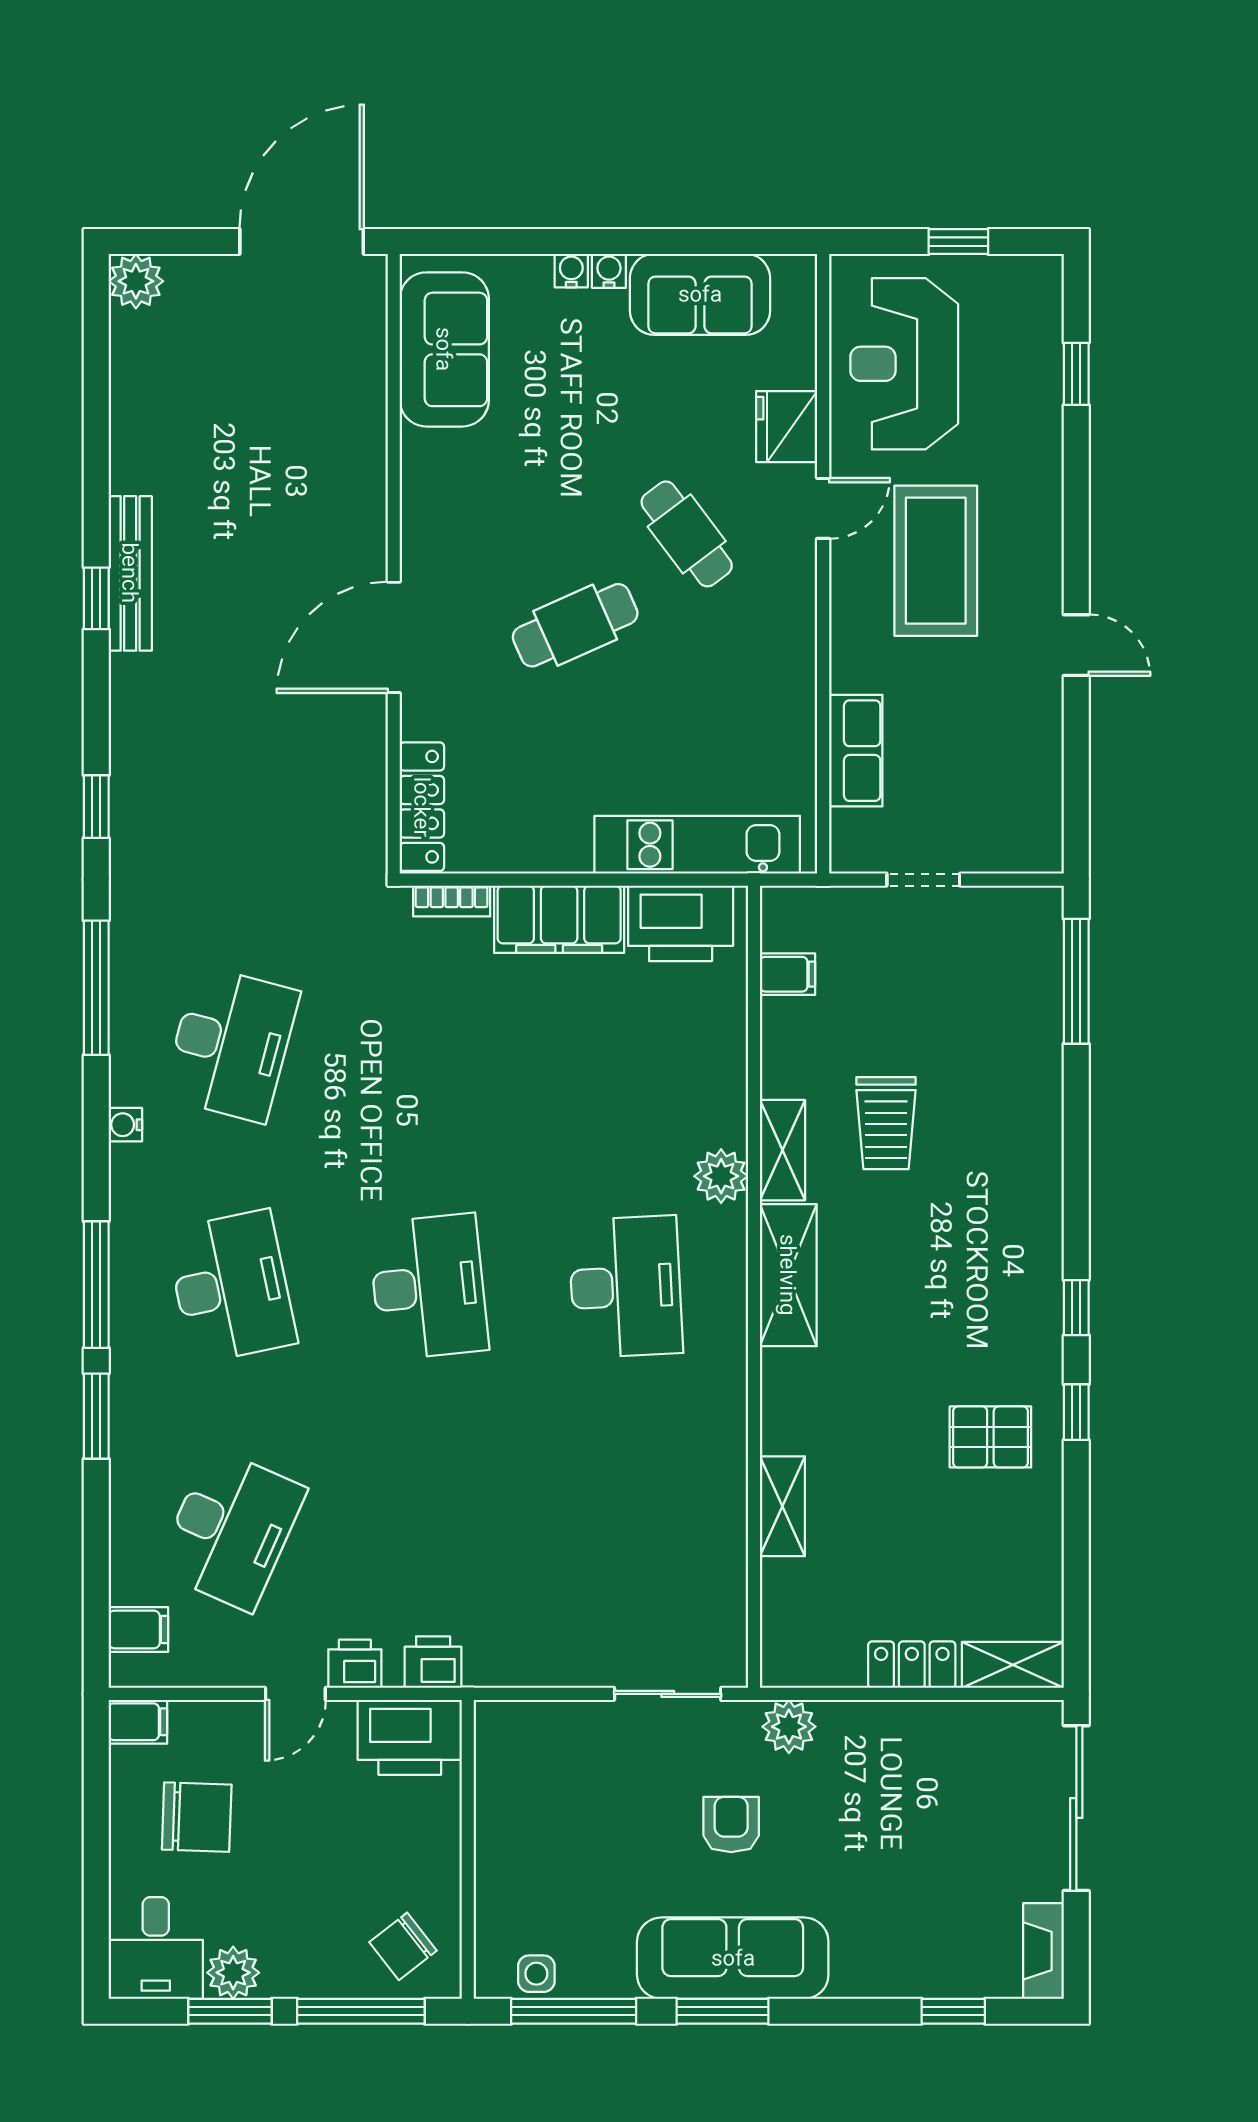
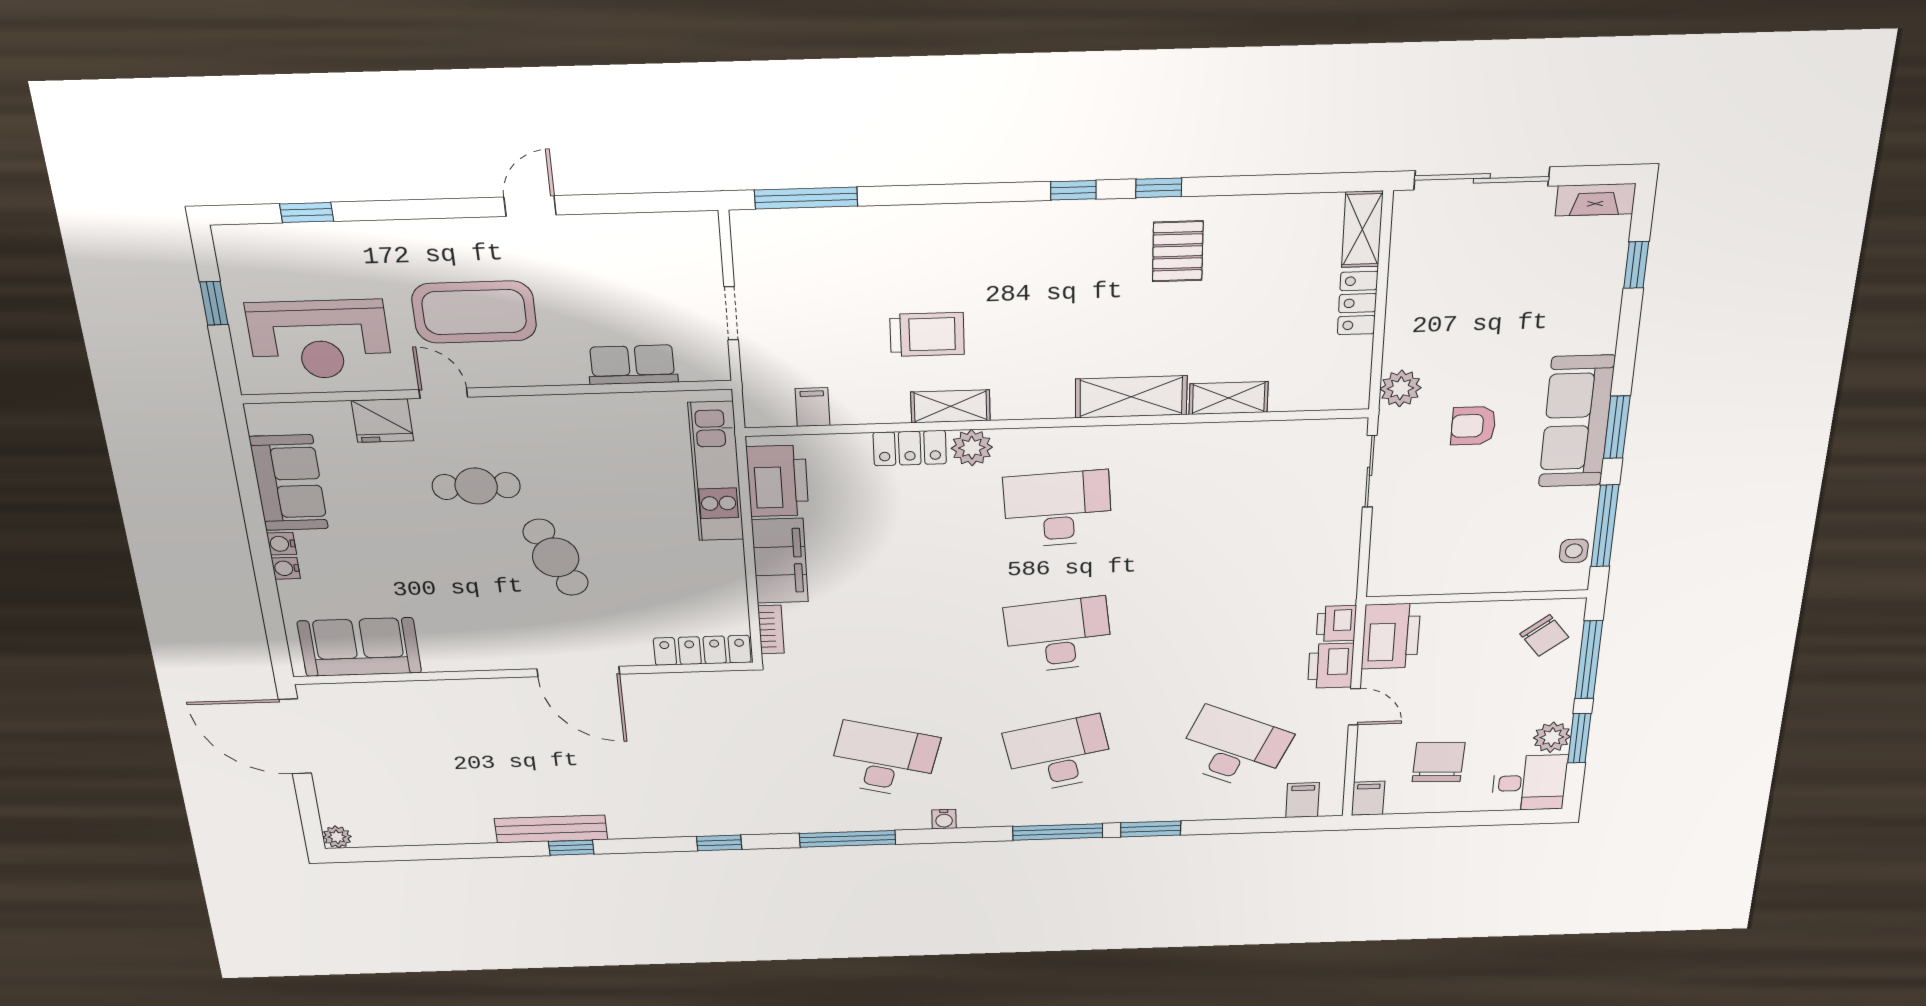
plant: (136, 281) -> (337, 837), width x0.73, depth x0.73
cafe table: (687, 534) -> (476, 486), turned 37
locker: (723, 1096) -> (910, 448), added
shelving: (788, 1275) -> (1131, 397), moved
printer: (355, 1664) -> (1331, 666), width x1.36, depth x1.24

